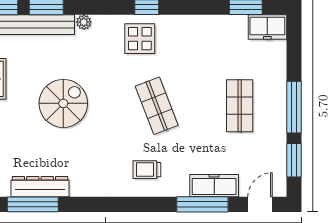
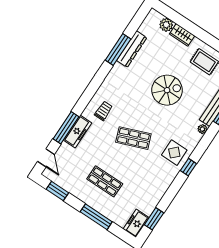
spiral stairs: (63, 103) -> (167, 90), turned -90
window: (294, 107) -> (96, 217), moved
freezer: (214, 186) -> (78, 132), moved
window: (33, 204) -> (118, 49), moved

